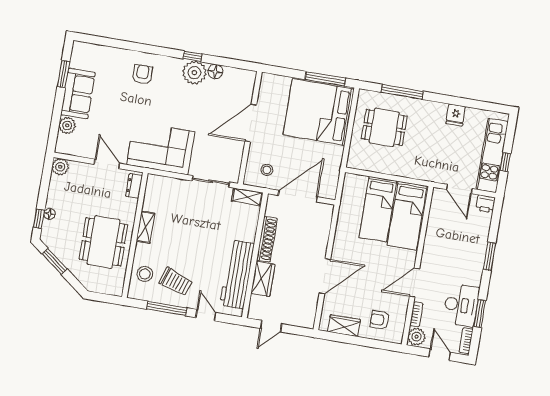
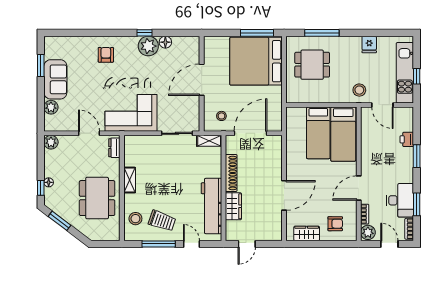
stool: (435, 167) -> (359, 90), added
printer: (485, 204) -> (407, 139), moved, turned 90
armchair: (380, 320) -> (335, 224), turned 180

